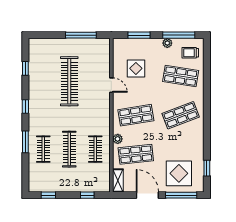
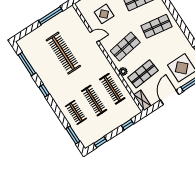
window: (25, 68) -> (27, 64), width x2.17
shop shelf: (181, 115) -> (156, 26), turned 30
window: (25, 142) -> (73, 135), moved
clothes rail: (95, 149) -> (112, 89), width x1.36
door: (147, 195) -> (170, 97), hinge flipped

